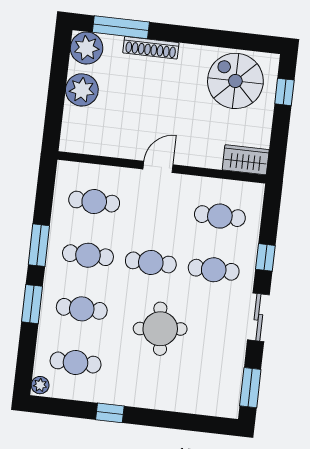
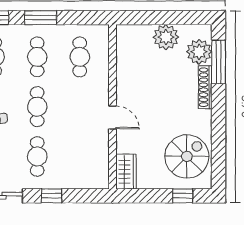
plant: (87, 48) -> (199, 52), moved
door: (158, 167) -> (113, 117), moved
cafe table: (220, 216) -> (80, 157), removed

